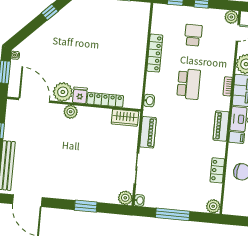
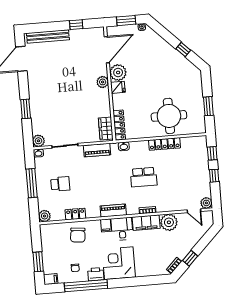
school desk: (193, 35) -> (60, 184), moved
round table: (123, 42) -> (169, 116), added
locker: (105, 100) -> (119, 125), moved

